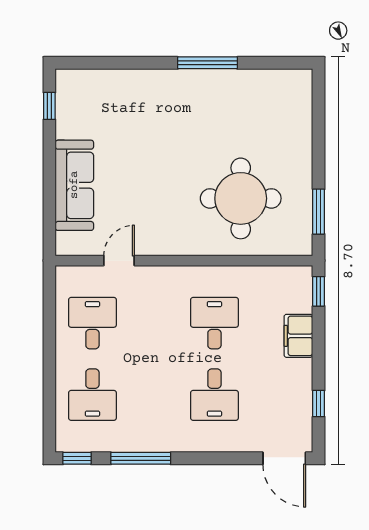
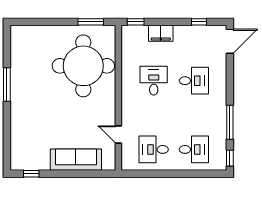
round table: (241, 198) -> (83, 66), width x1.36, depth x1.36
desk: (214, 323) -> (154, 81), turned 90

